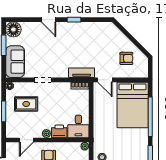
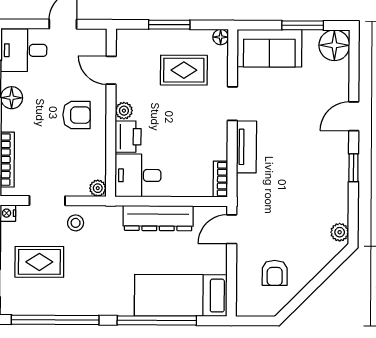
plant: (106, 26) -> (340, 232), added
tv unit: (82, 73) -> (246, 147), moved
rug: (26, 104) -> (184, 70), turned 90
bed: (133, 105) -> (181, 295), width x0.67
dresser: (100, 116) -> (158, 218), added

